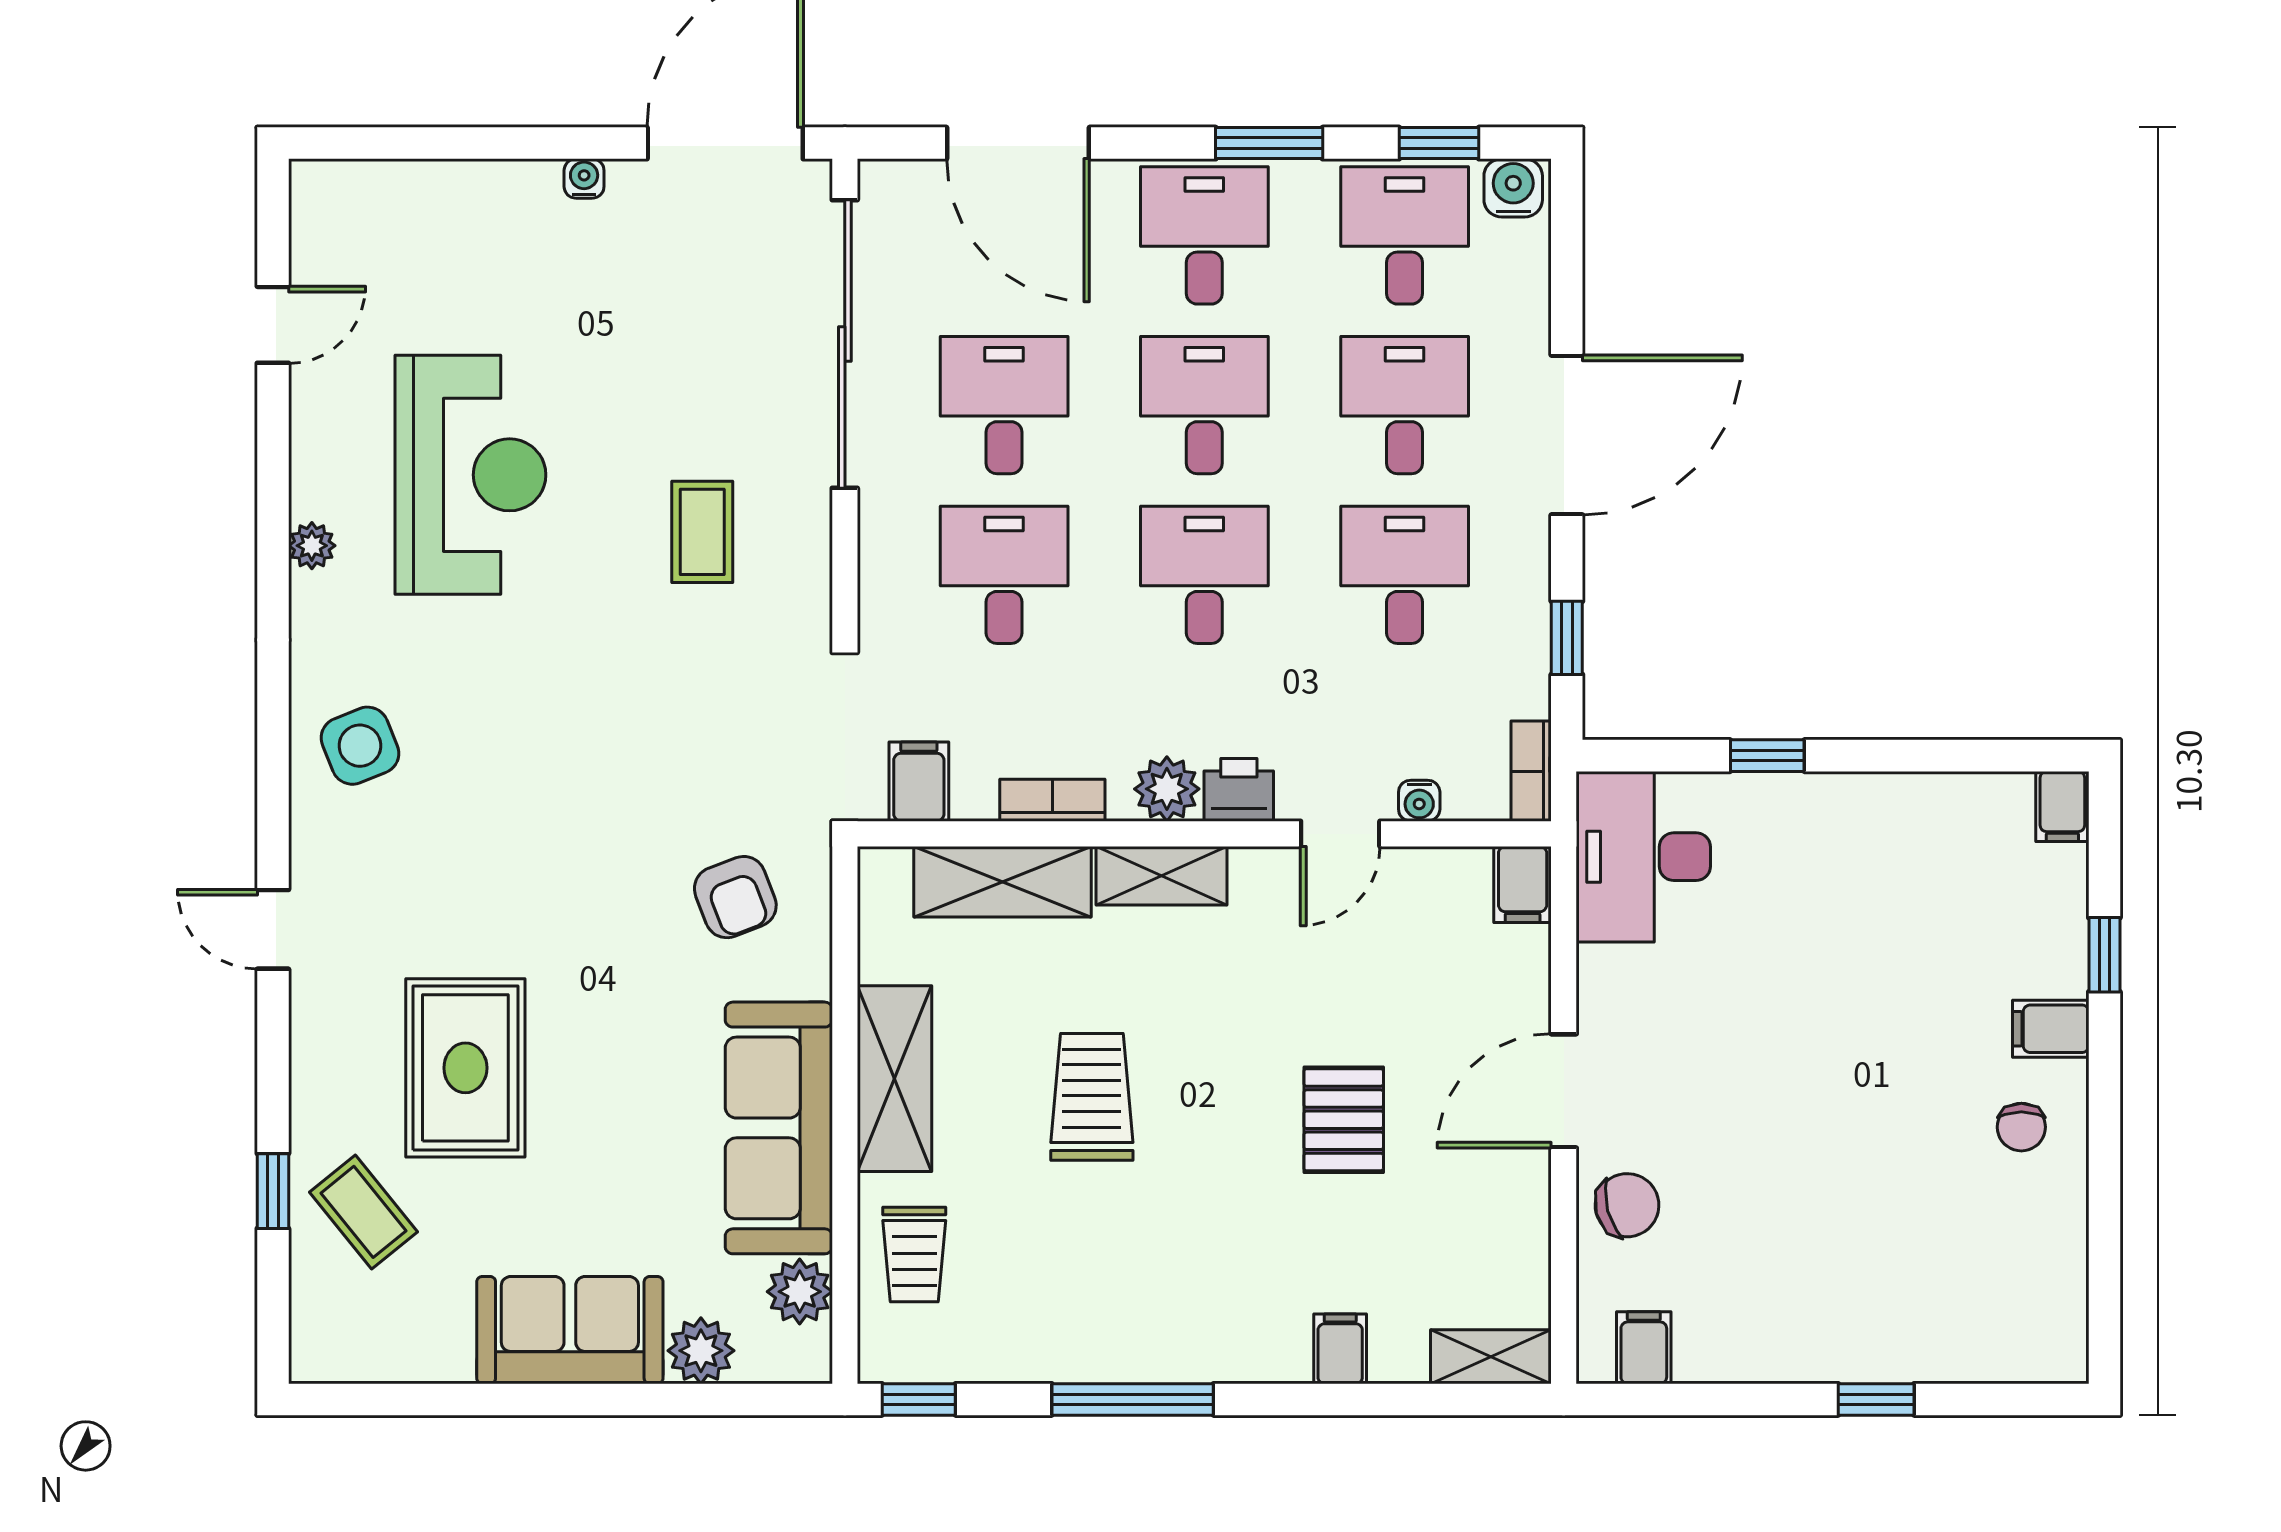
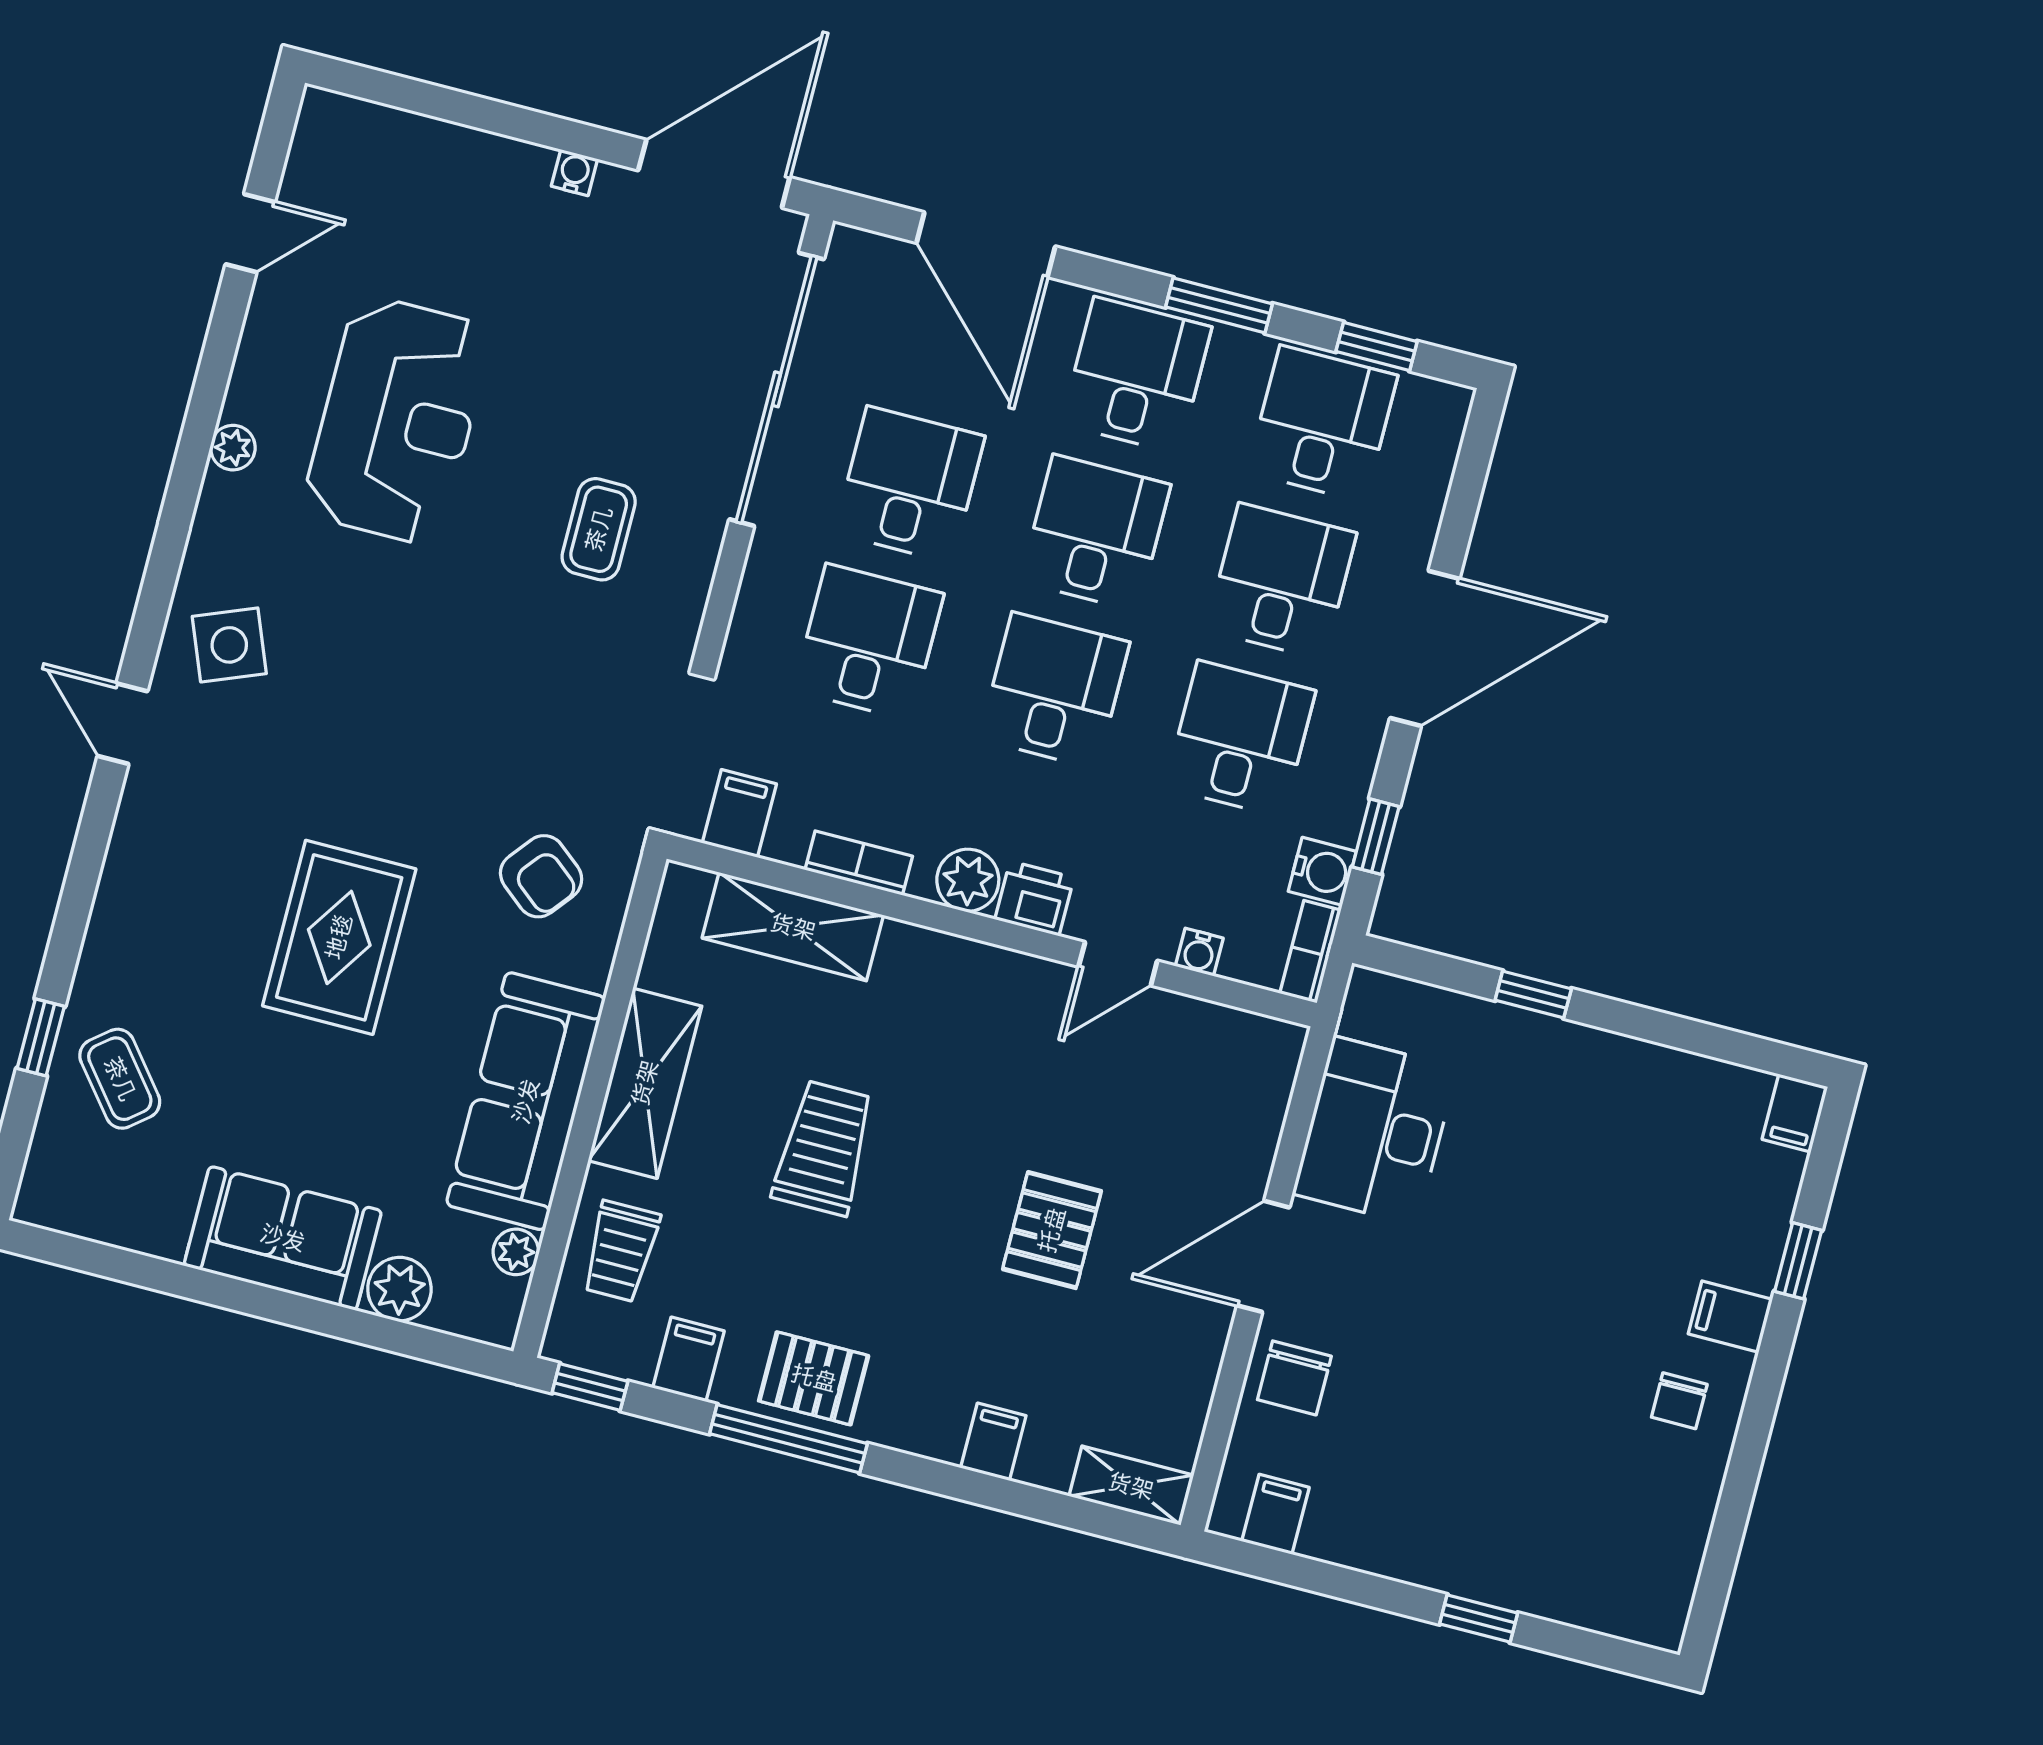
water cooler: (1513, 188) -> (1322, 871), moved, turned 90
desk: (1643, 857) -> (1375, 1131), moved
shelving: (1161, 876) -> (942, 959), removed
filing cabinet: (1523, 884) -> (688, 1359), moved, turned 180
armchair: (735, 897) -> (541, 876), turned -30
door: (273, 929) -> (122, 724), moved
rug: (465, 1068) -> (339, 937), moved
chair: (1627, 1205) -> (1294, 1378), turned 105
plant: (800, 1292) -> (516, 1252), width x0.73, depth x0.73
pallet: (1142, 1332) -> (814, 1378), added

